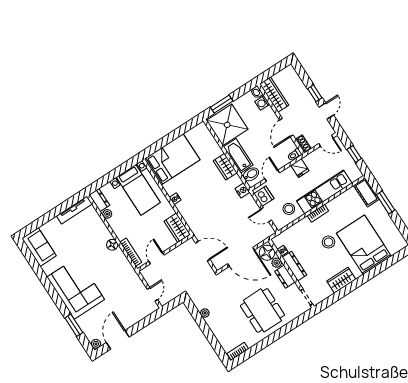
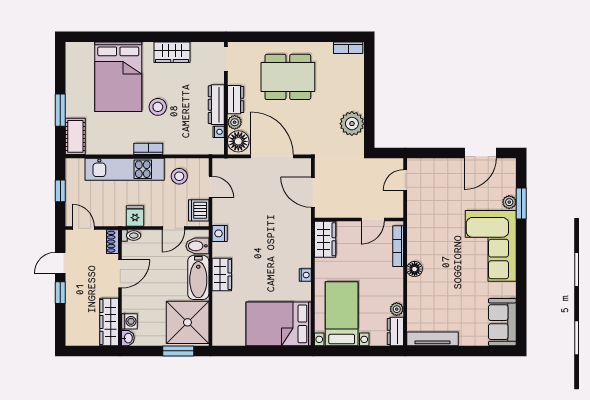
dining table: (262, 310) -> (288, 77), turned 90
plant: (205, 313) -> (352, 124), width x1.87, depth x1.87
plant: (96, 344) -> (509, 202), moved

